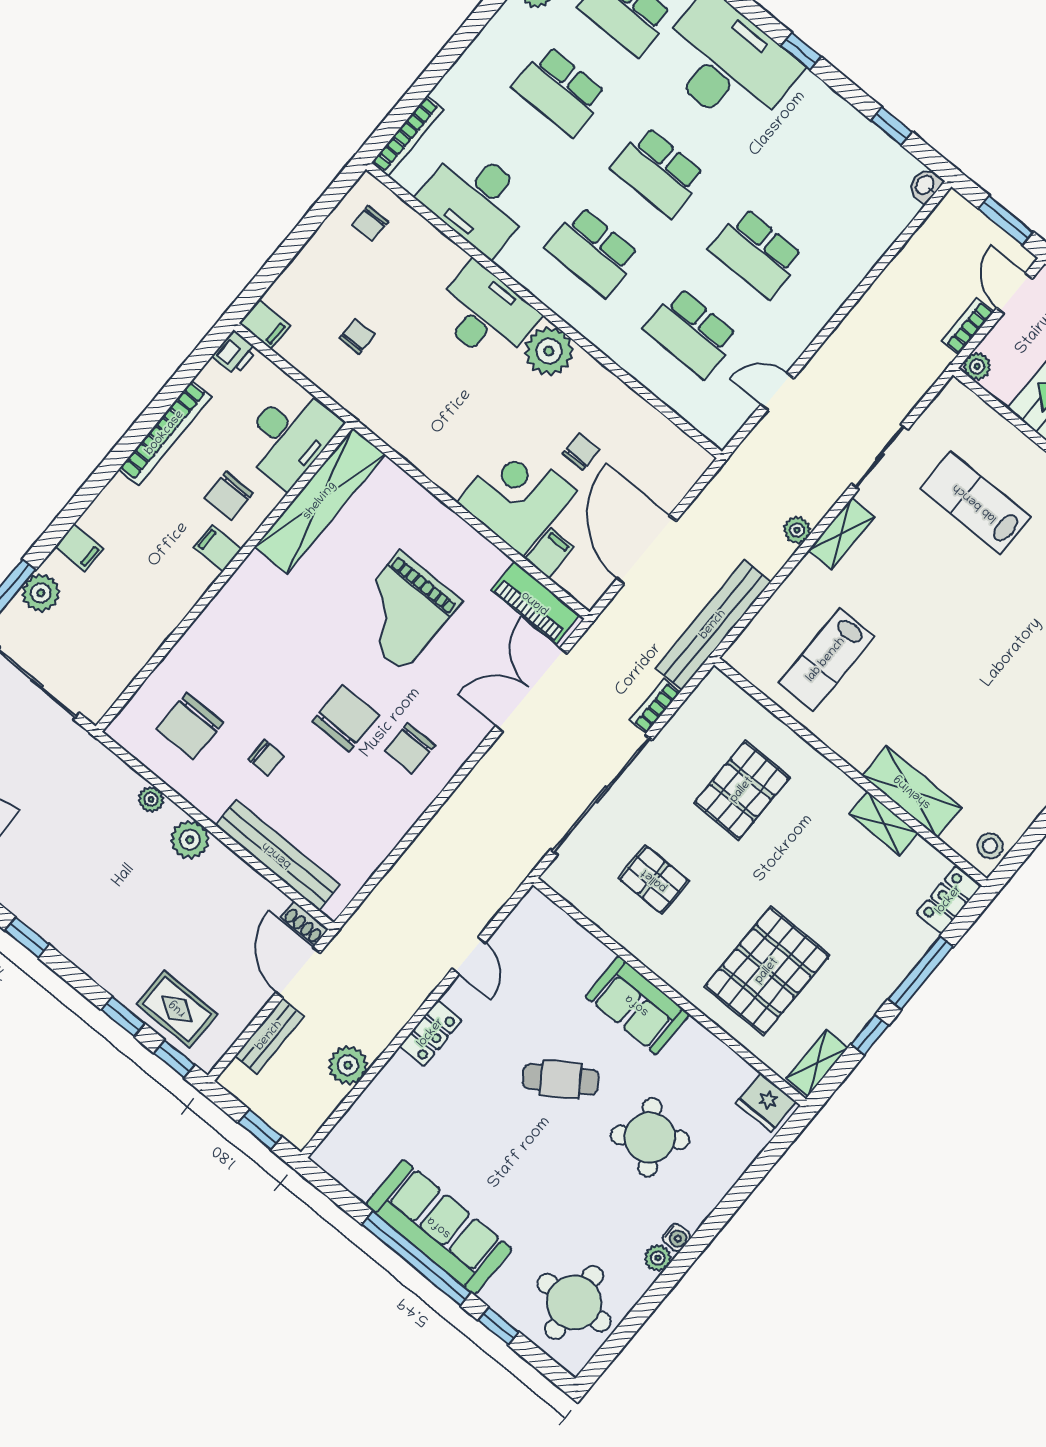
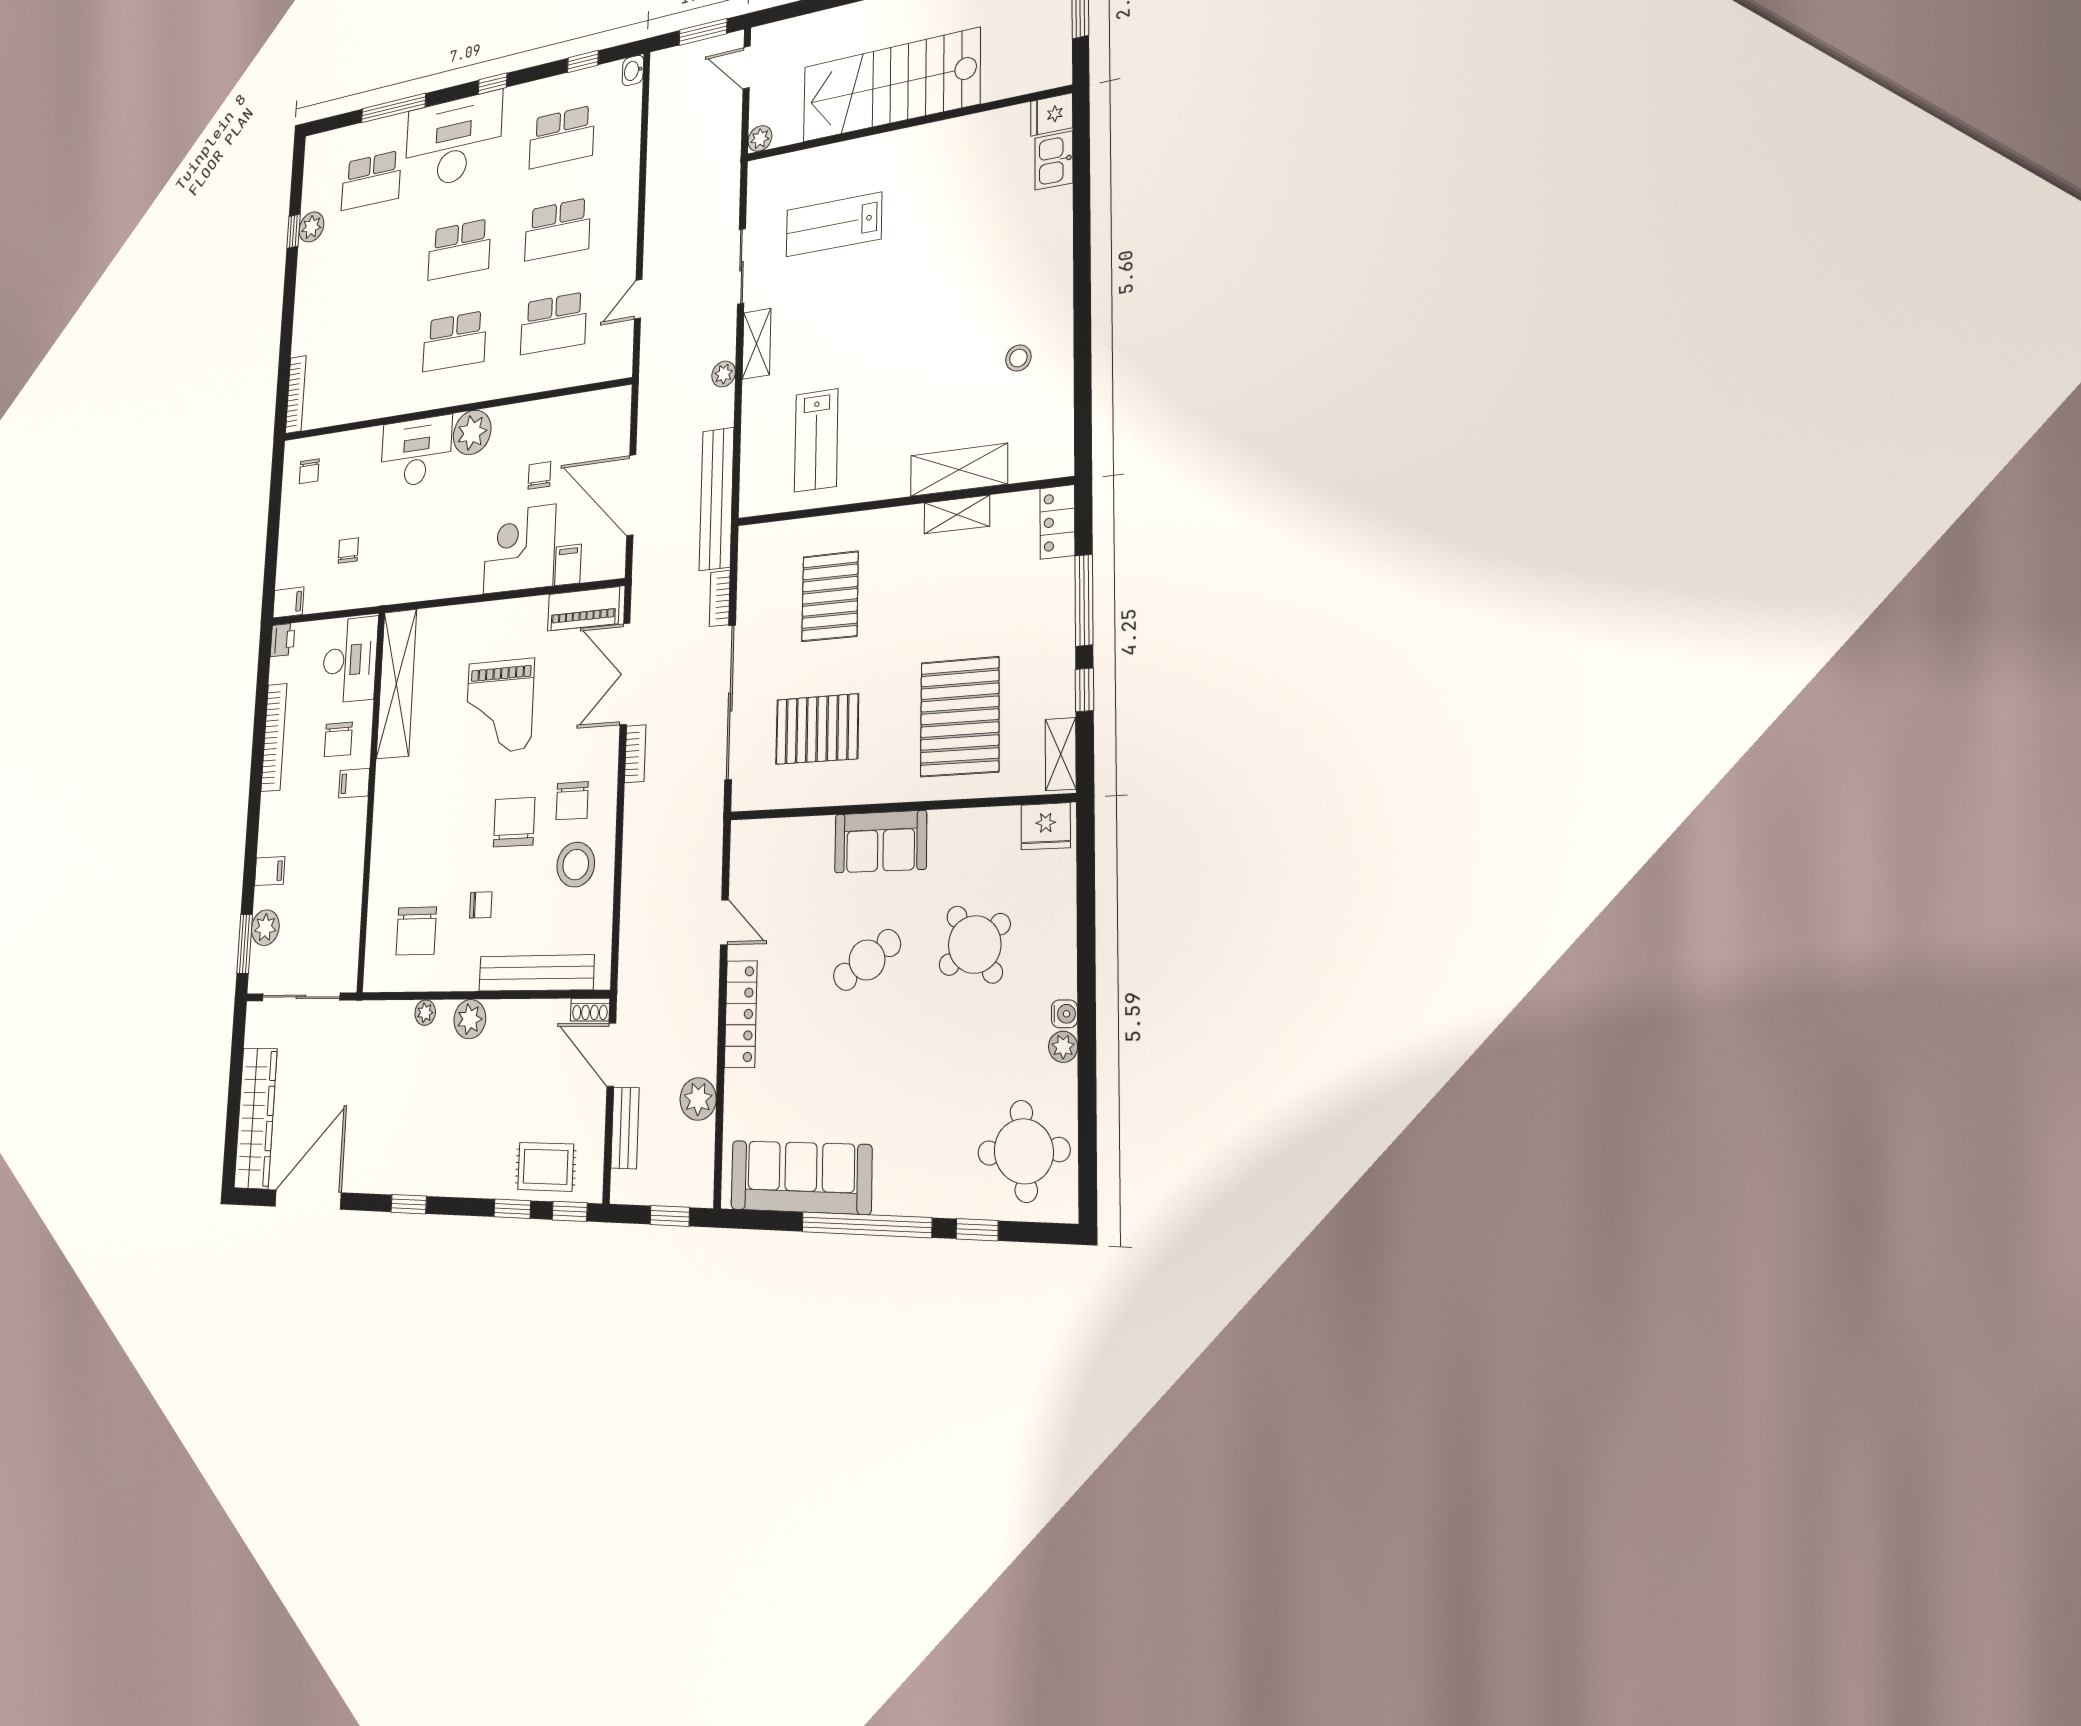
school desk: (560, 91) -> (562, 137), moved
desk: (477, 200) -> (362, 387), removed
bookcase: (968, 326) -> (635, 754), moved, turned 180
stool: (376, 801) -> (576, 865), added
stool: (990, 846) -> (1018, 358), moved
pallet: (654, 880) -> (817, 729), width x1.50, depth x1.42
locker: (431, 1033) -> (741, 1014), width x1.53
sofa: (439, 1227) -> (801, 1177), moved

